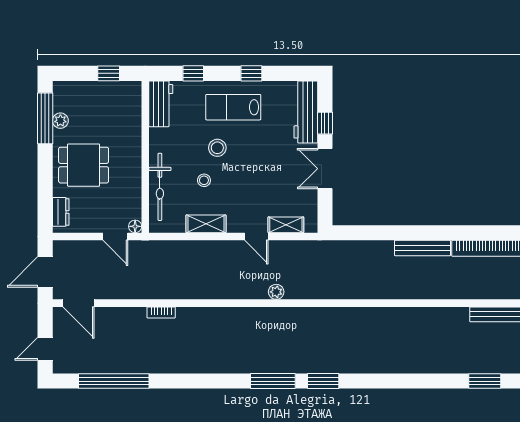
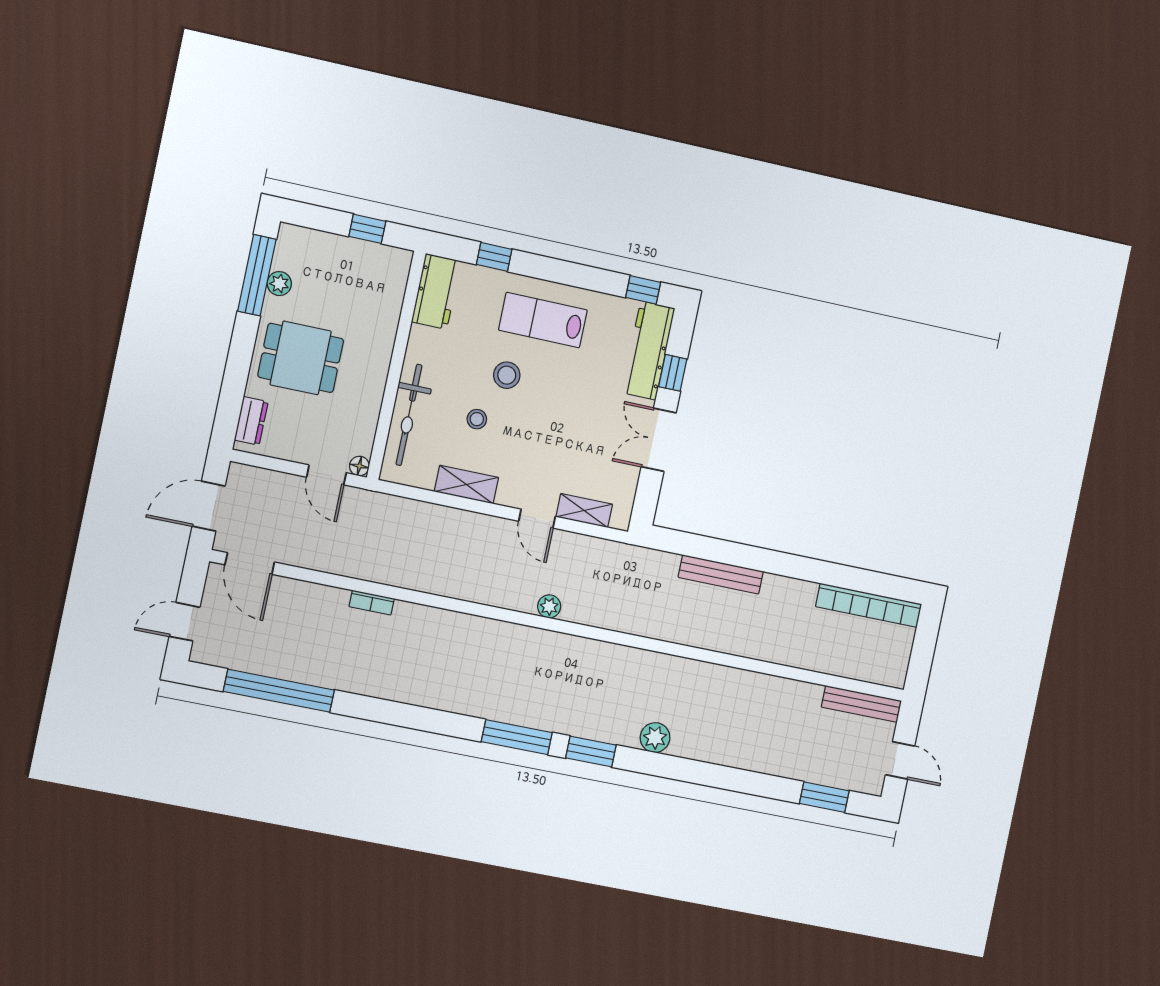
window: (251, 73) -> (643, 290), moved
bench: (422, 248) -> (721, 574), moved
plant: (364, 364) -> (655, 738), added

